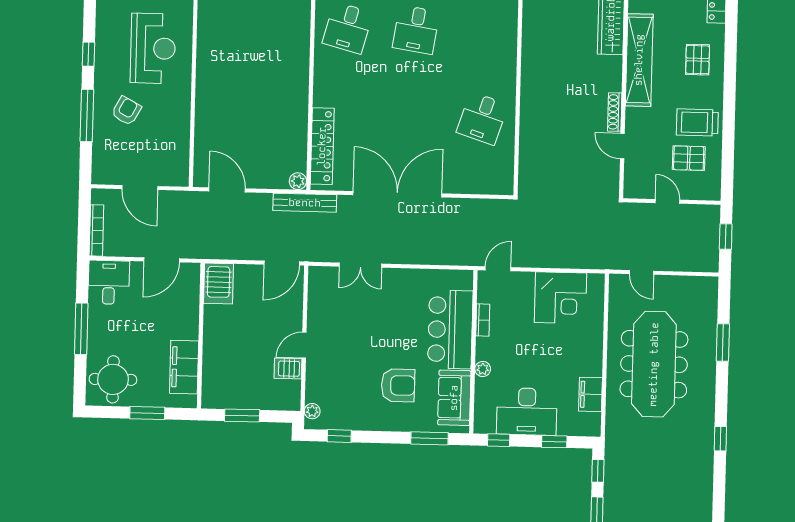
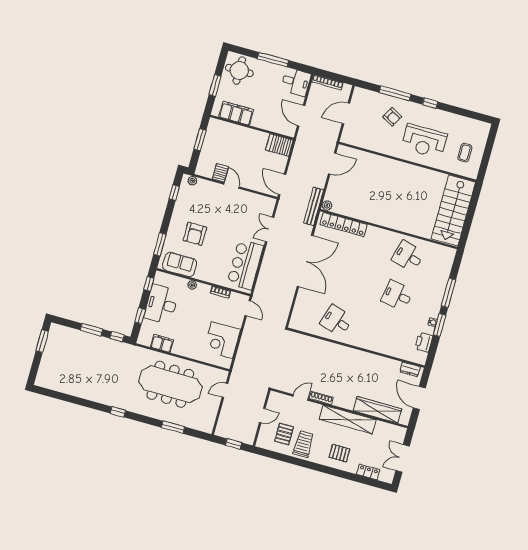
bar counter: (450, 329) -> (245, 265), moved, turned -90

